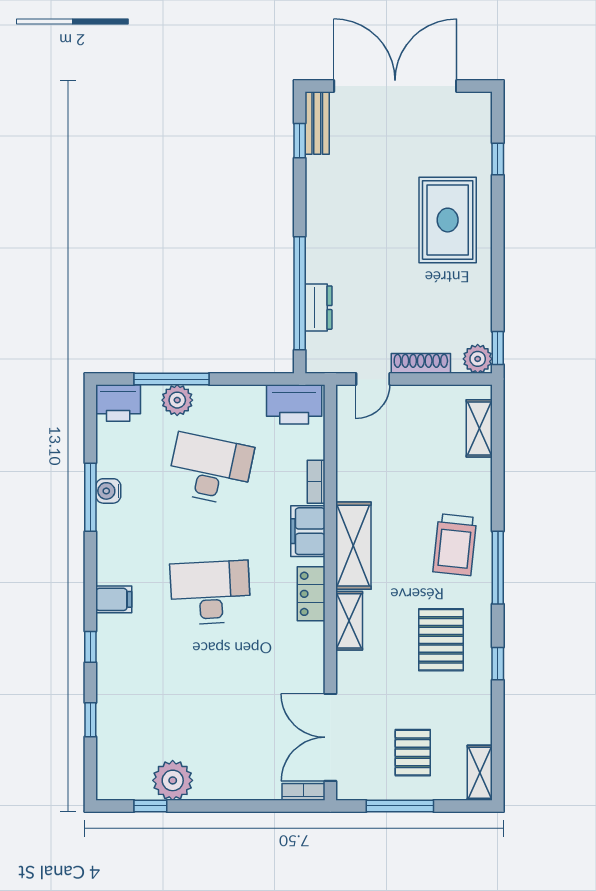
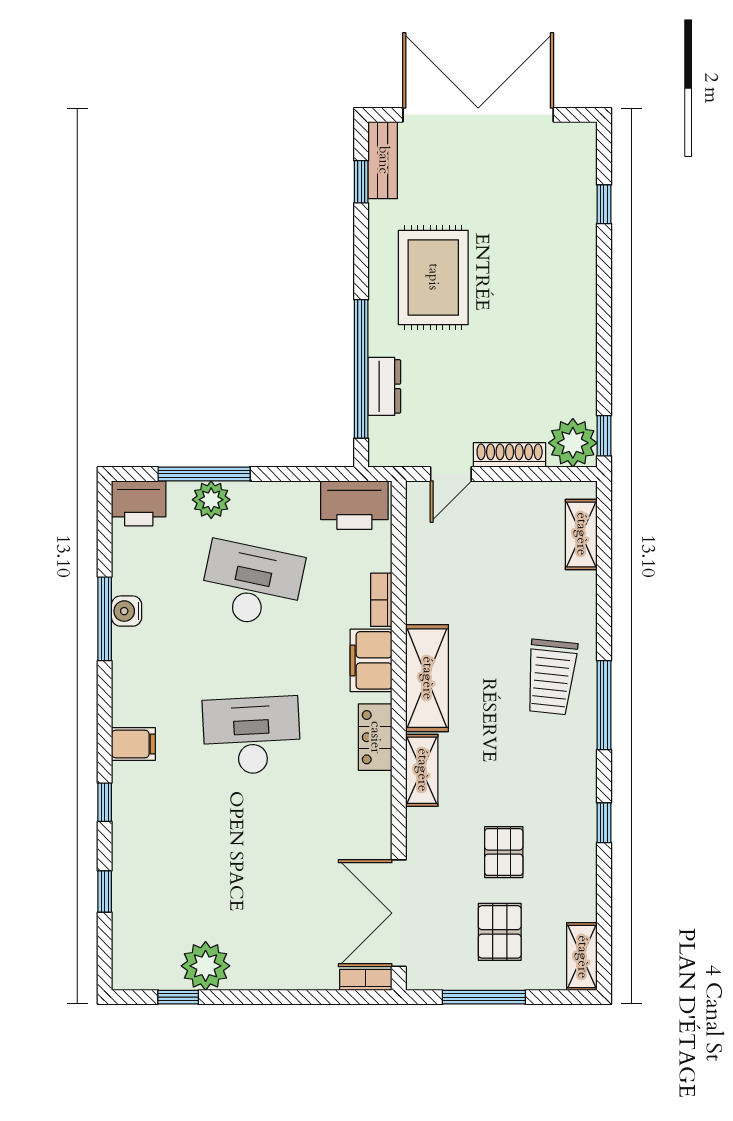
rug: (448, 220) -> (433, 277), moved
plant: (478, 359) -> (573, 443), width x1.36, depth x1.36
pallet: (441, 640) -> (504, 852), moved, width x0.67, depth x0.71

